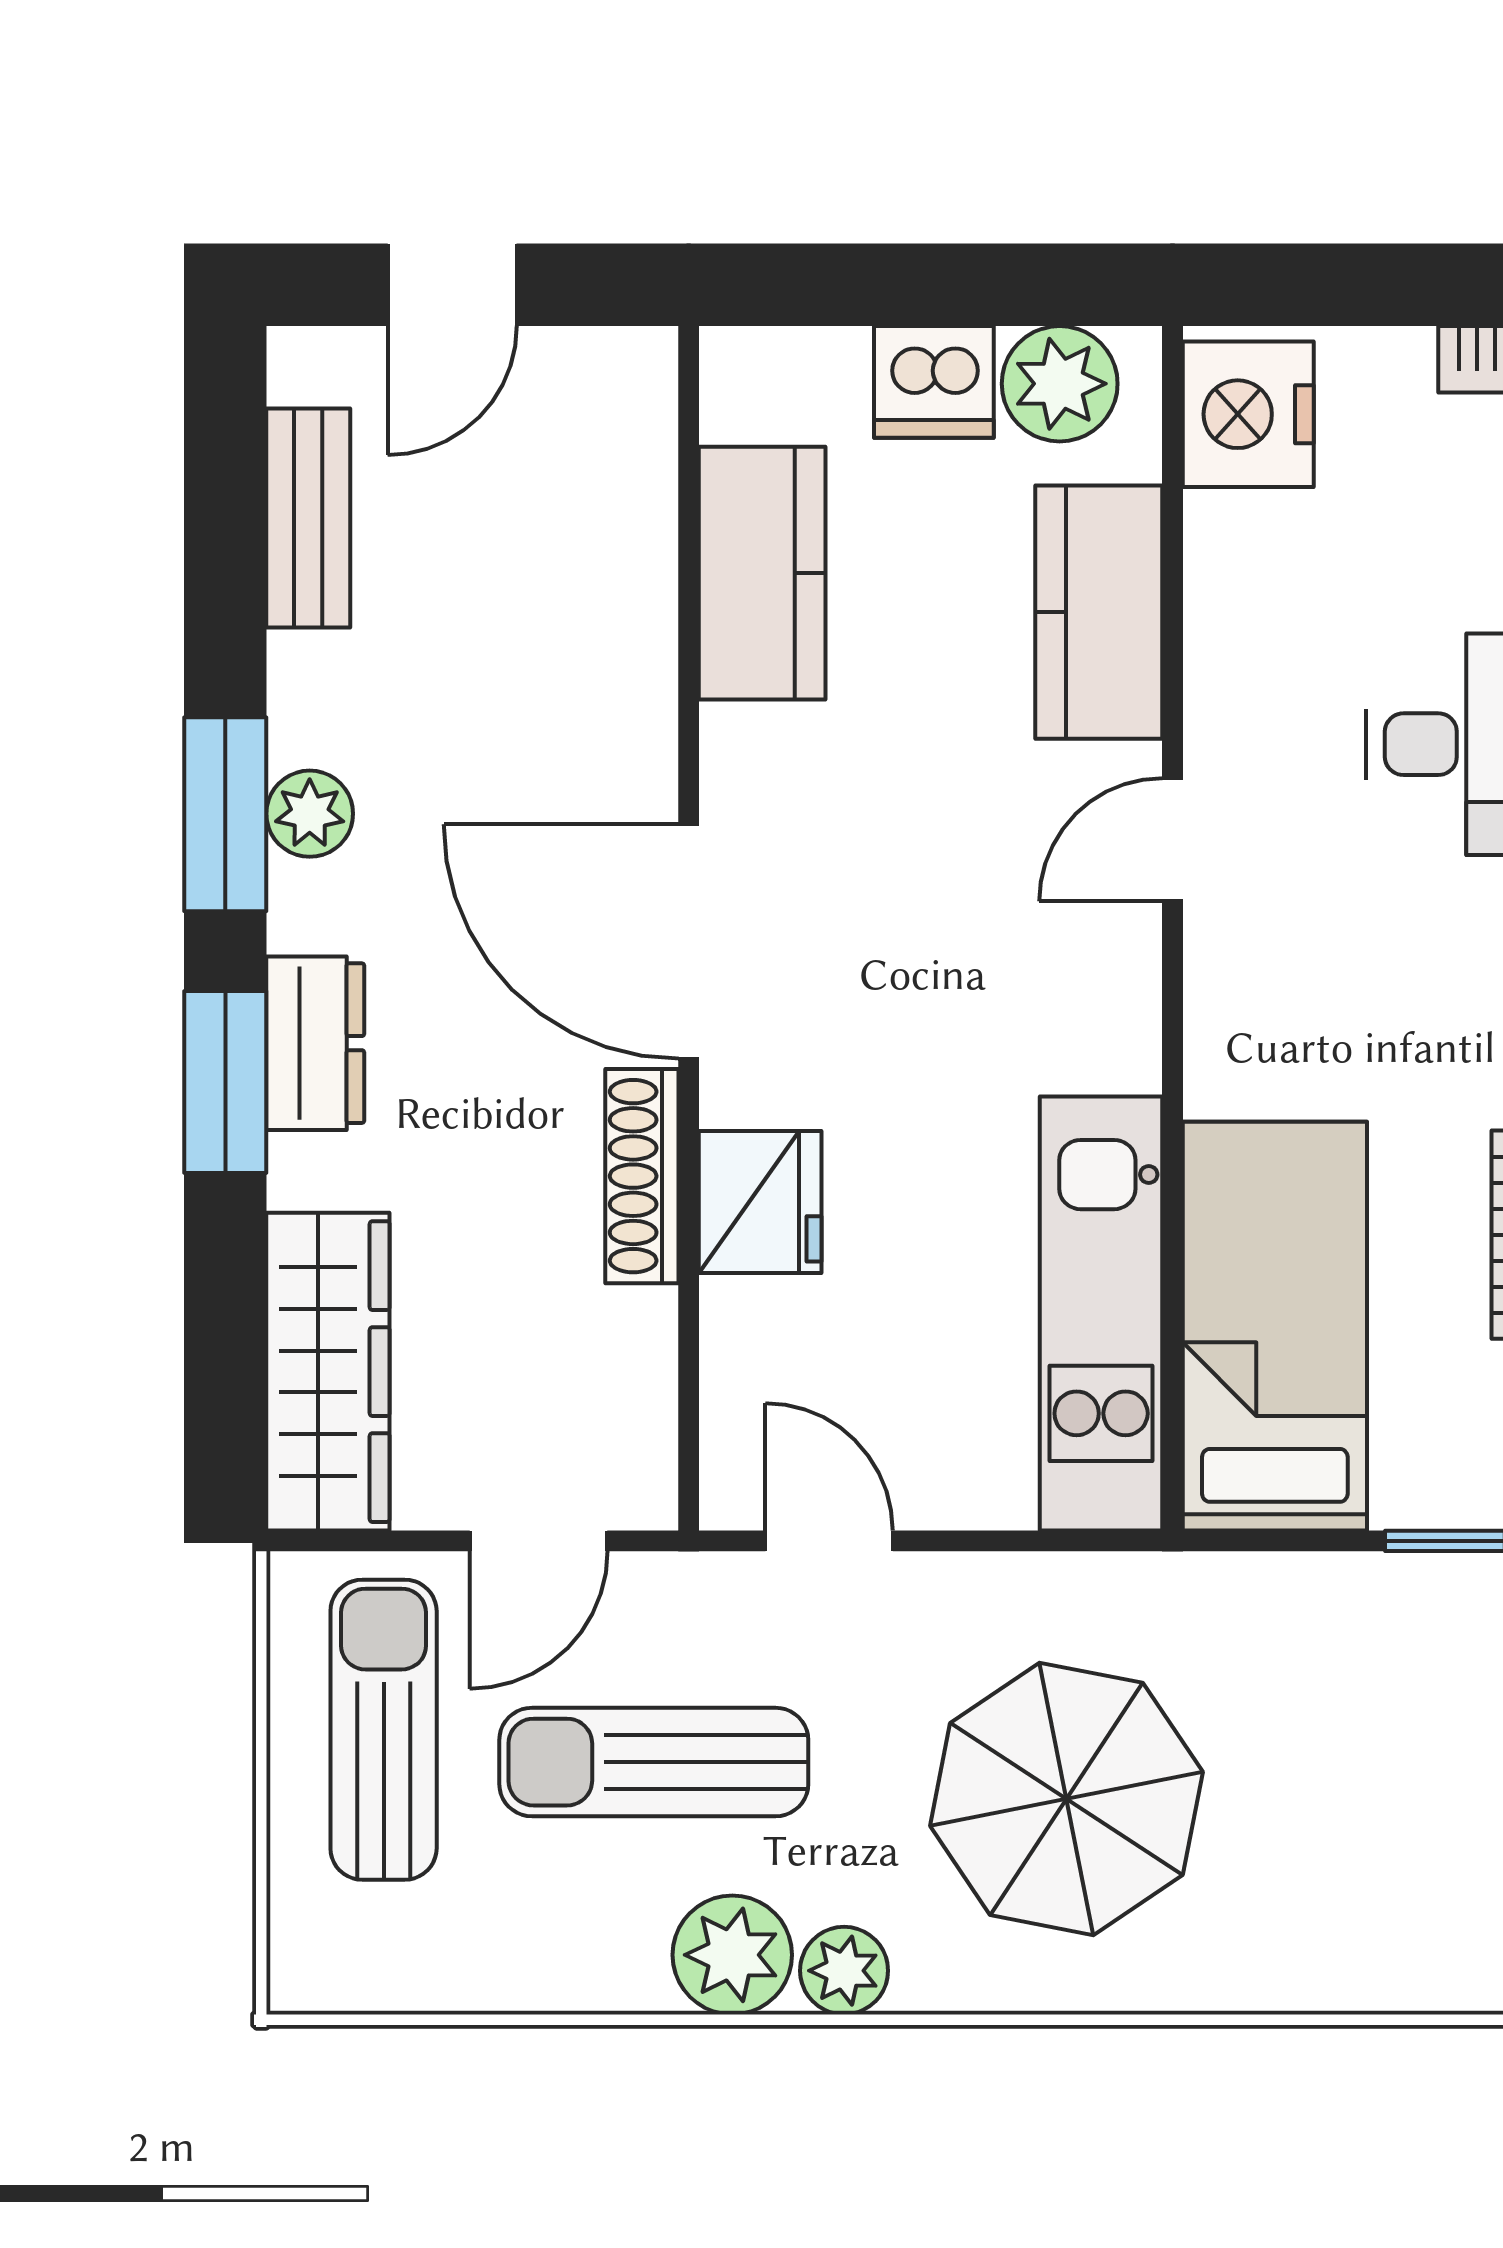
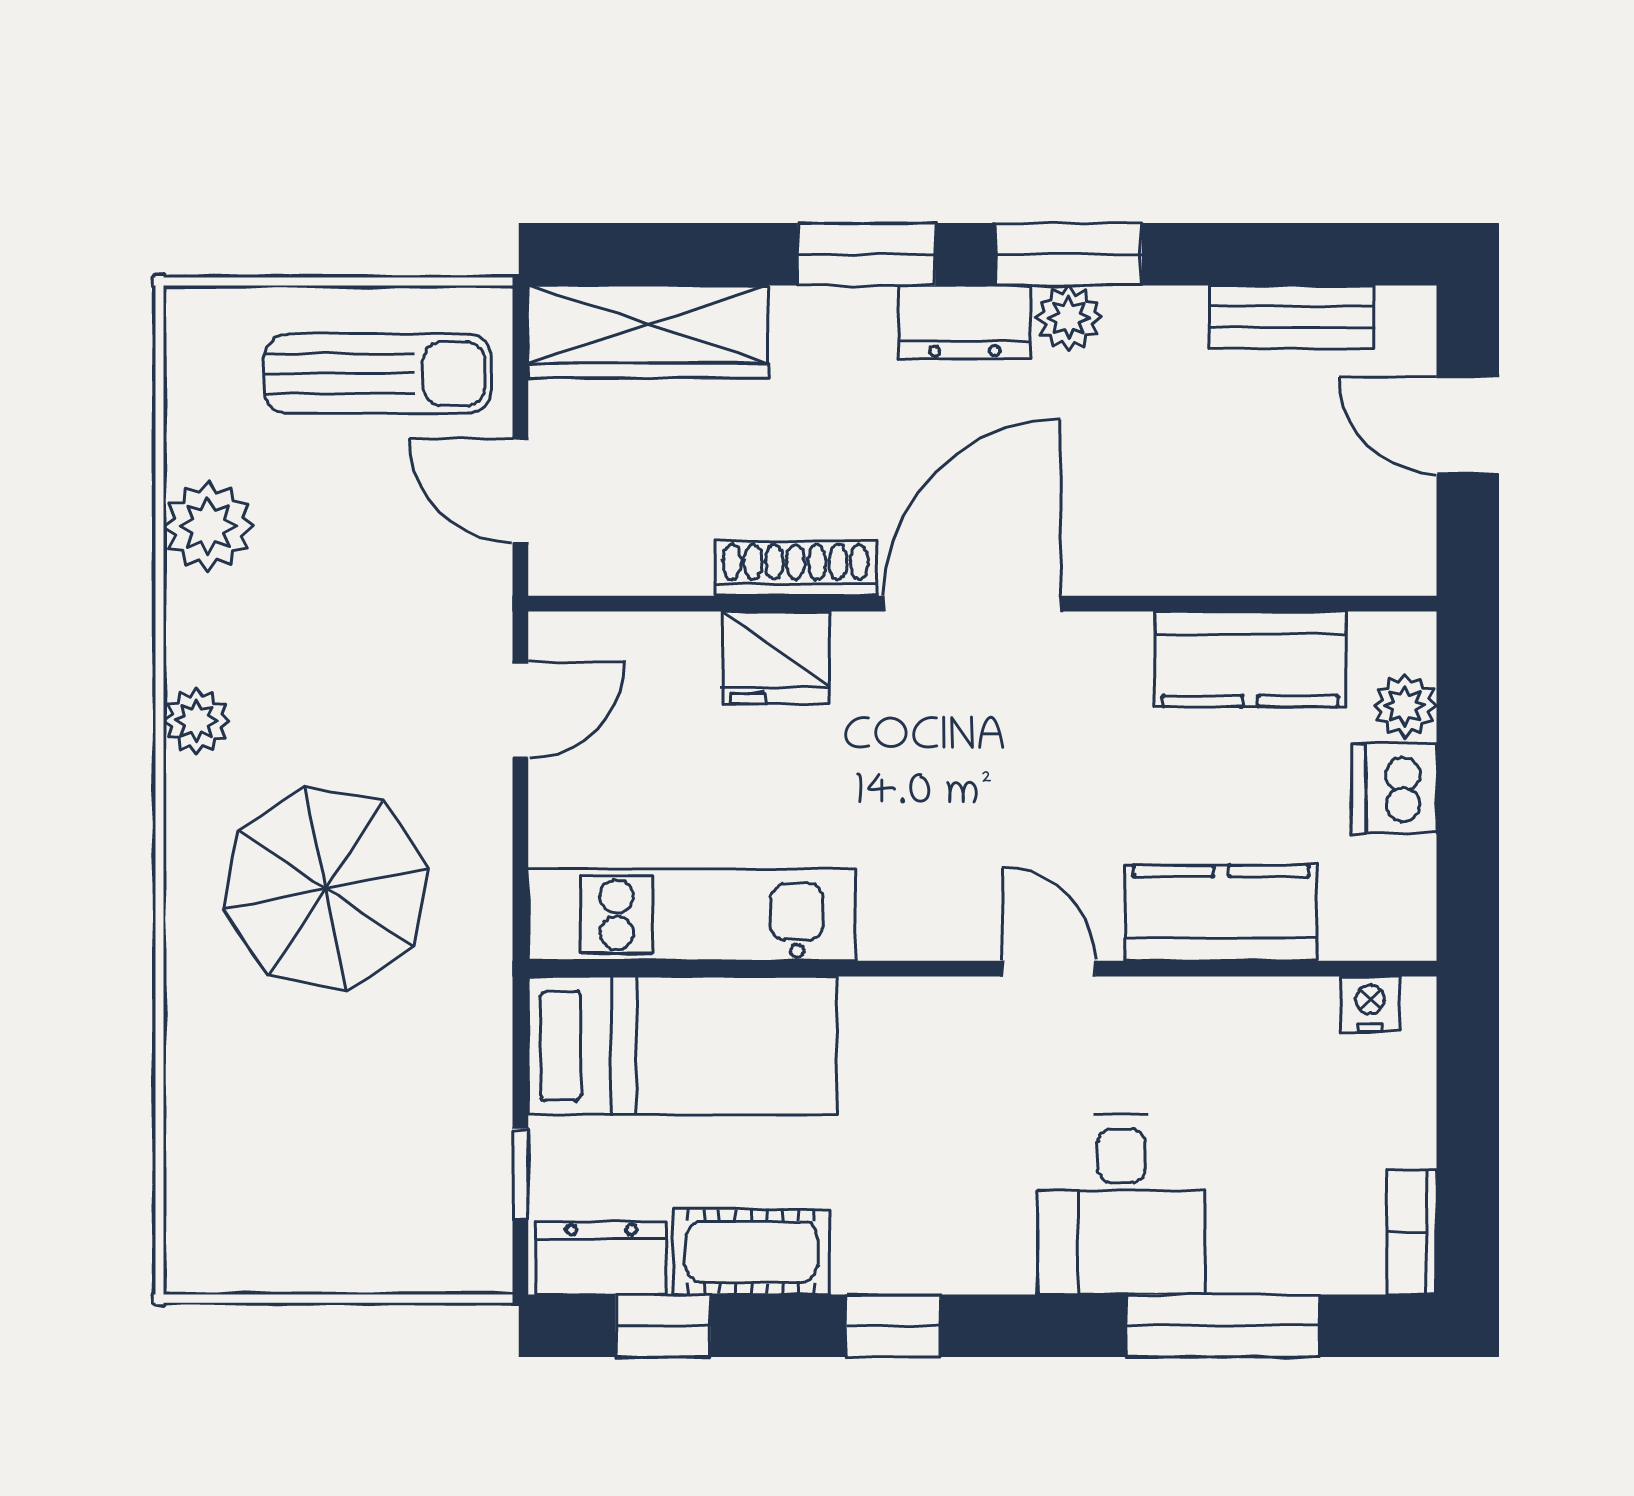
plant: (1060, 384) -> (1405, 706), moved, width x0.73, depth x0.73
nightstand: (1248, 414) -> (1370, 1004), width x0.53, depth x0.56
dresser: (315, 1043) -> (964, 322), moved
sun lounger: (654, 1762) -> (354, 577), removed
plant: (732, 1955) -> (208, 526), moved

